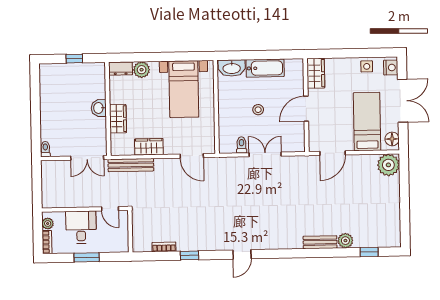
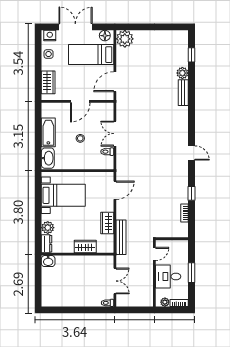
window: (74, 59) -> (38, 279), removed
wardrobe: (316, 73) -> (48, 82), moved, turned 90
washbasin: (99, 108) -> (48, 261), moved
door: (306, 109) -> (80, 101), hinge flipped
door: (332, 153) -> (115, 82), swing flipped
double door: (87, 158) -> (115, 281), moved

